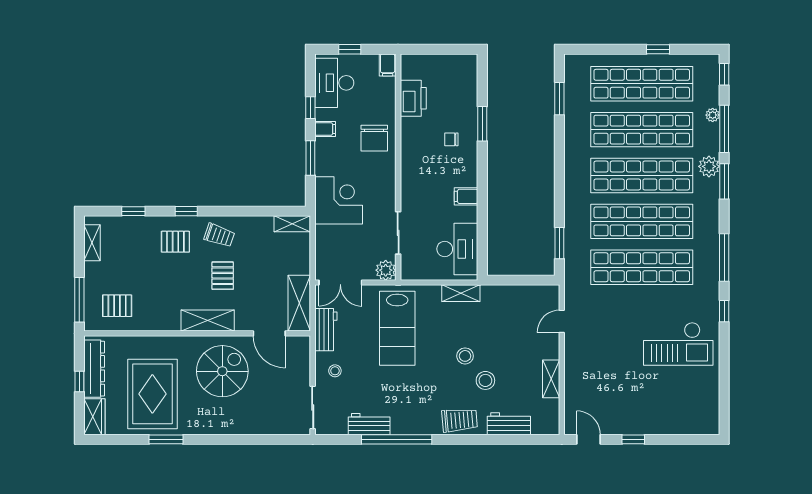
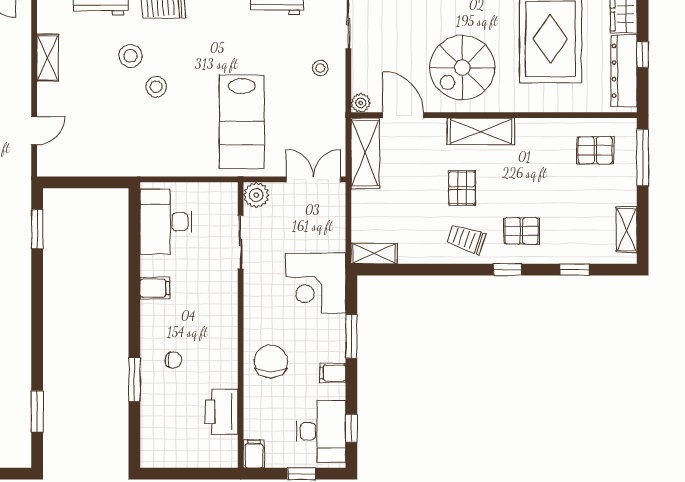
window: (310, 108) -> (351, 428), moved
shelving: (461, 293) -> (161, 166), removed
lab bench: (397, 328) -> (242, 122), turned 180
workbench: (326, 330) -> (332, 120), removed
plant: (303, 343) -> (361, 103), added

